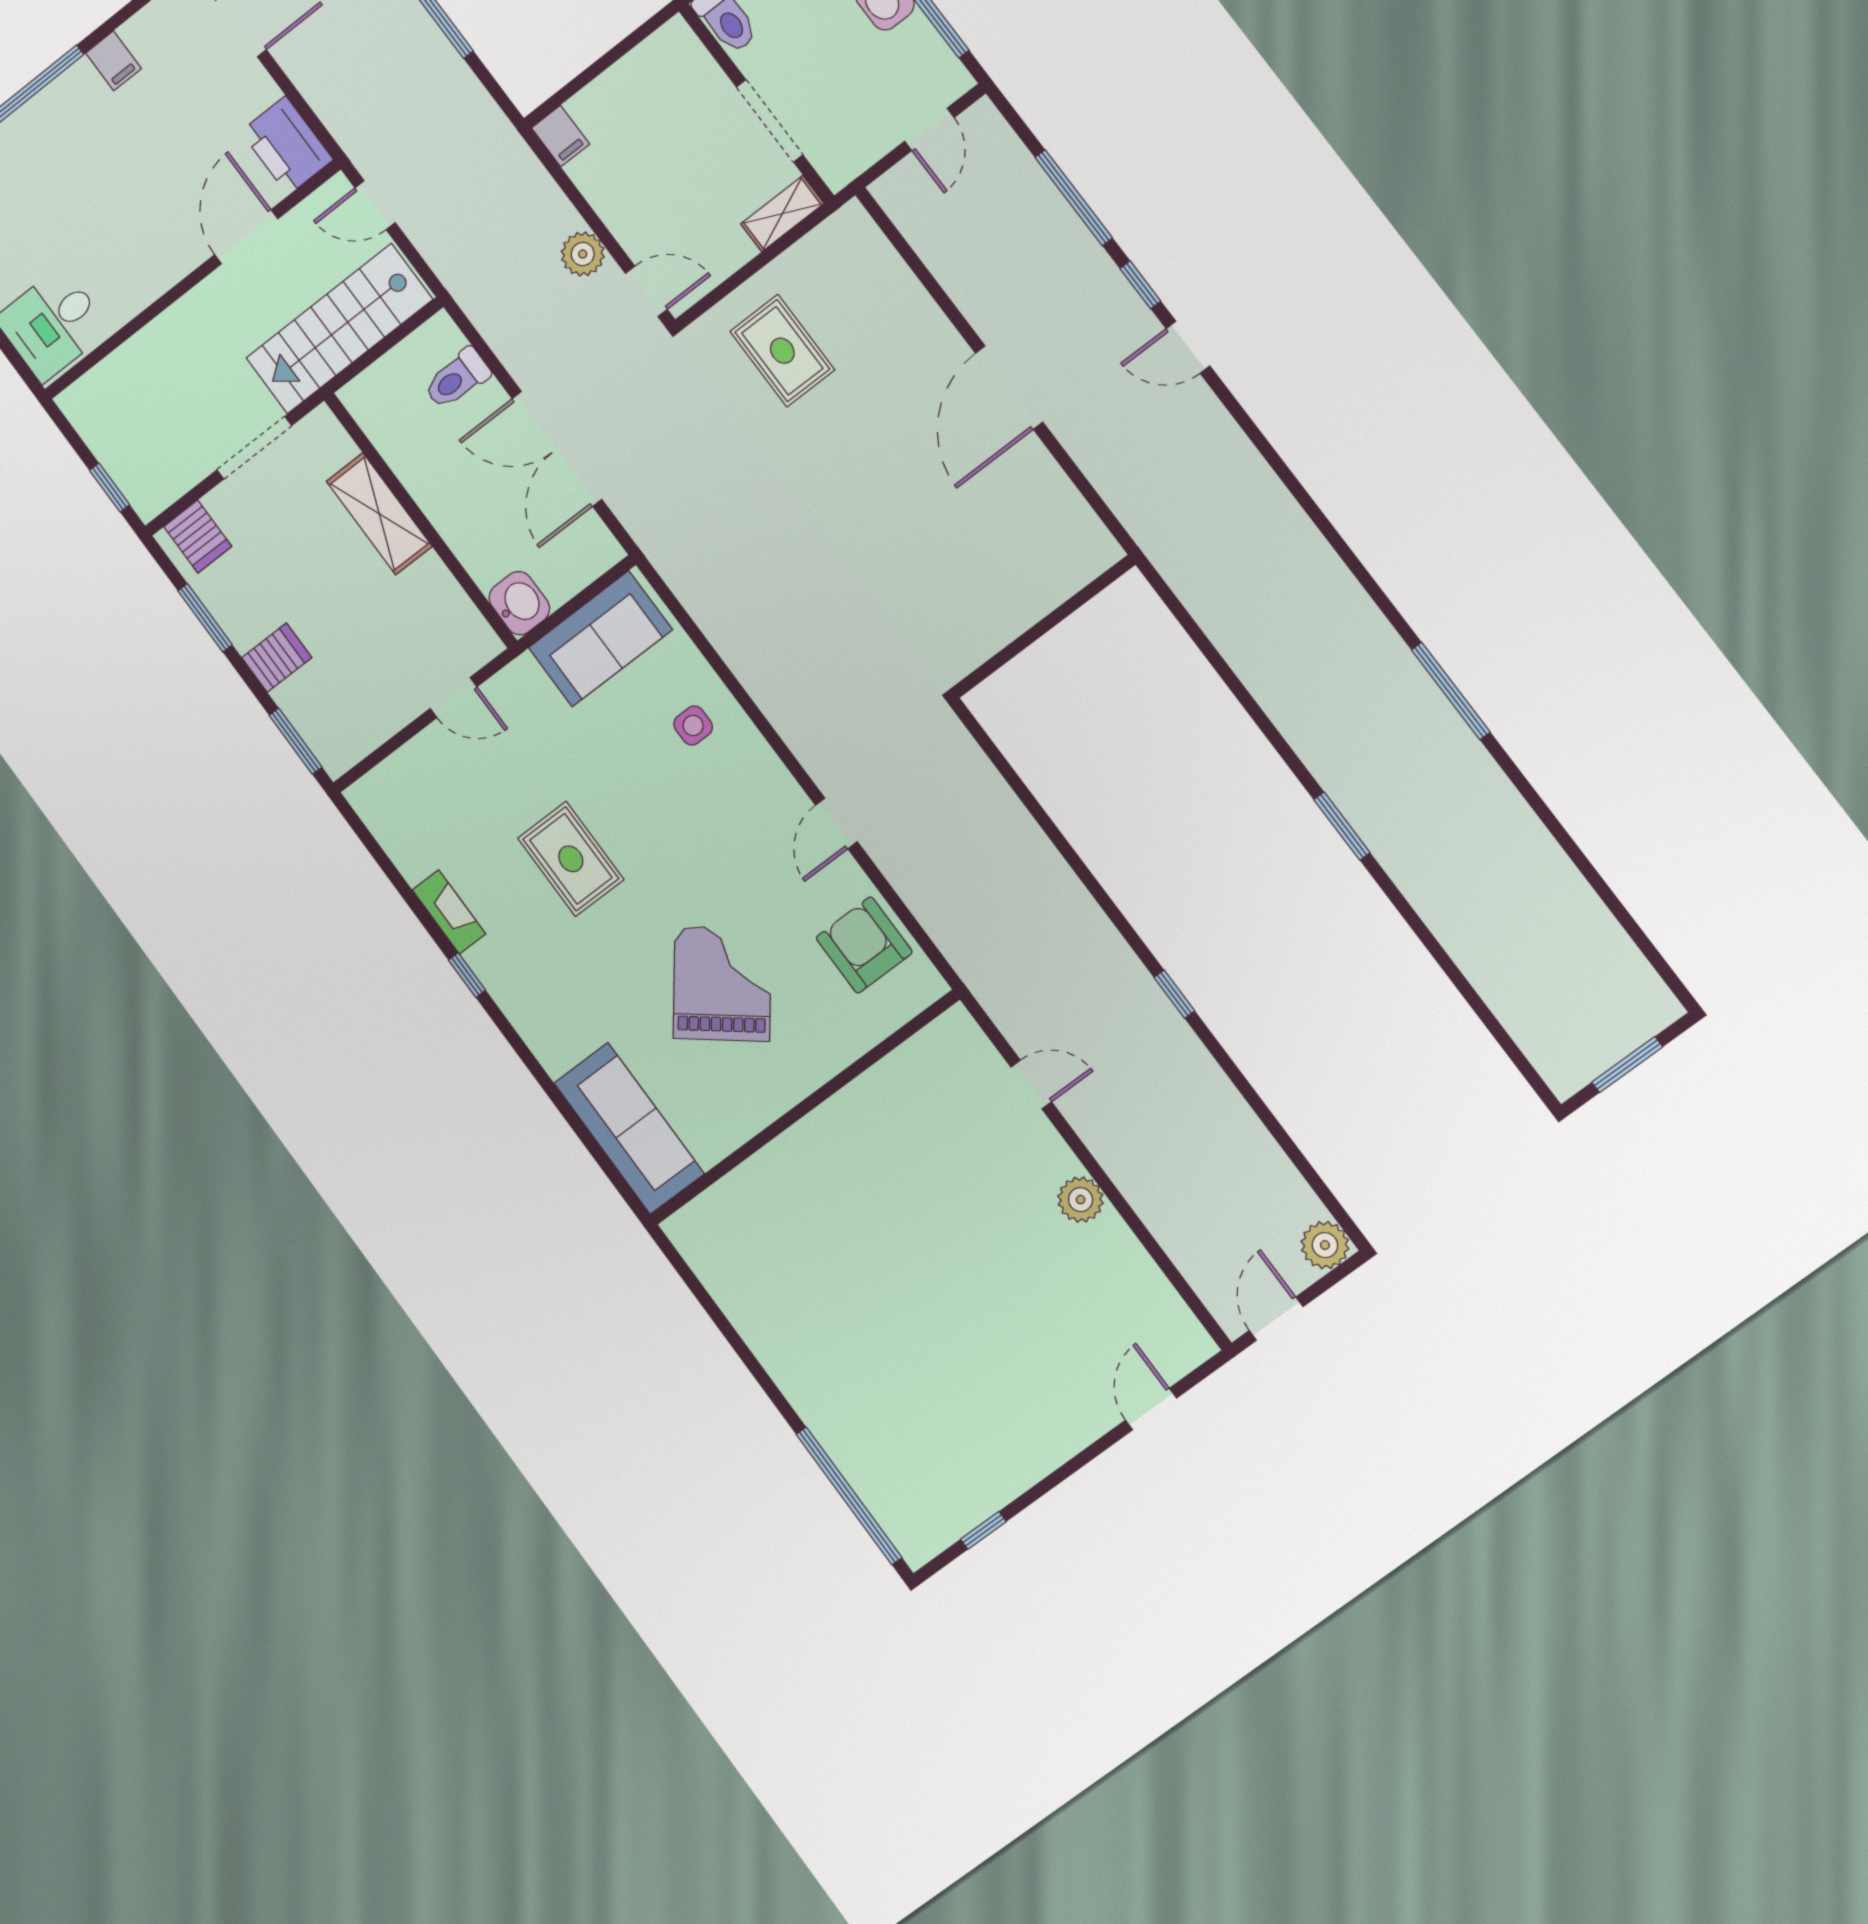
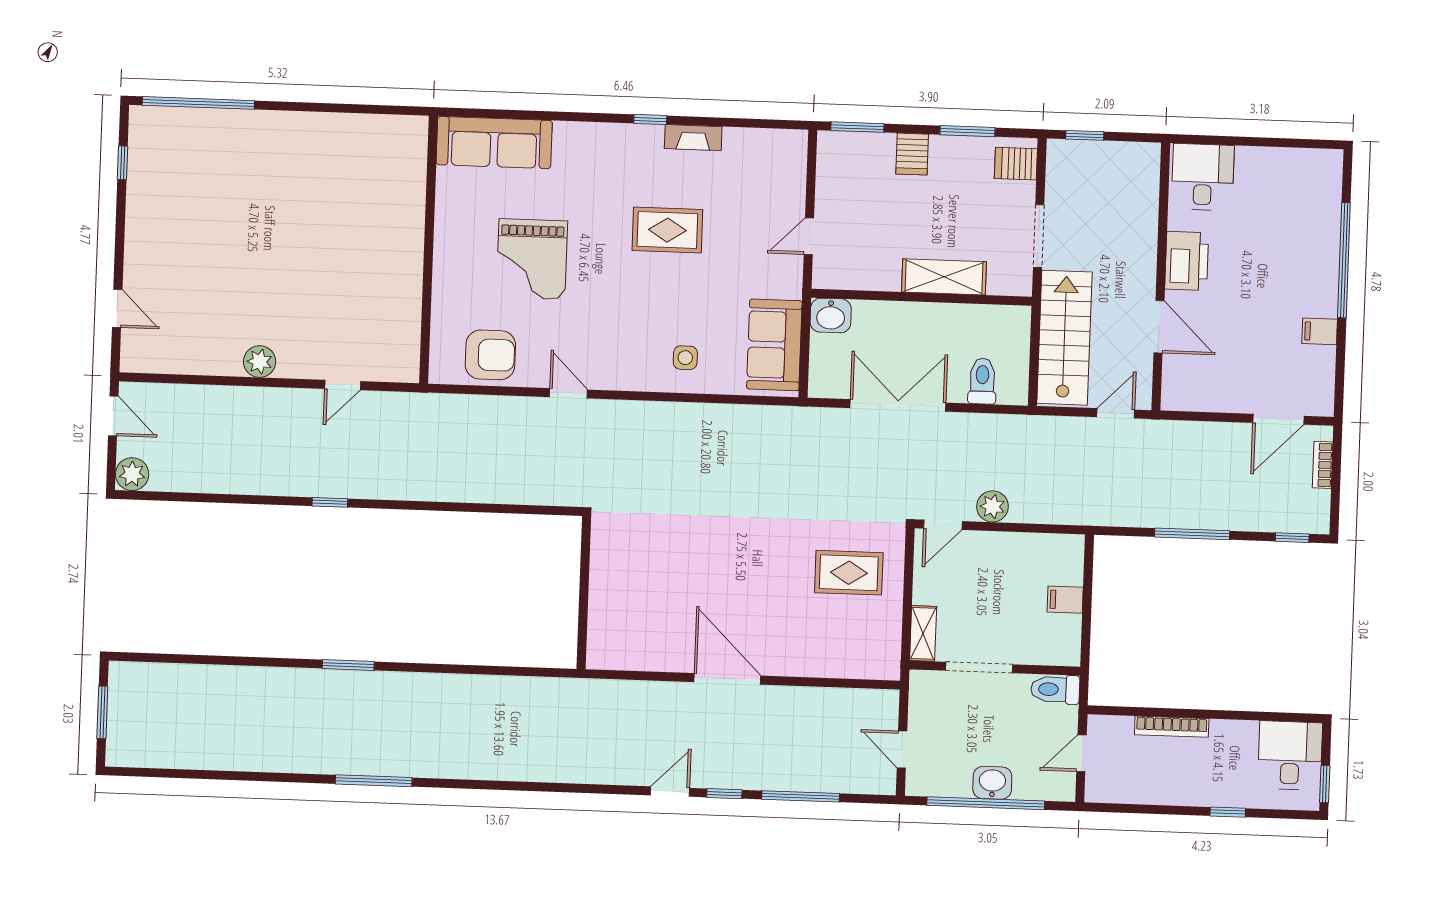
filing cabinet: (561, 136) -> (1065, 600), moved
printer: (287, 146) -> (1187, 261), moved, turned 90
grand piano: (722, 984) -> (532, 259), turned 52

